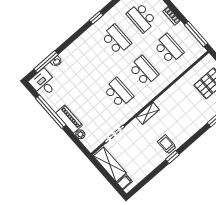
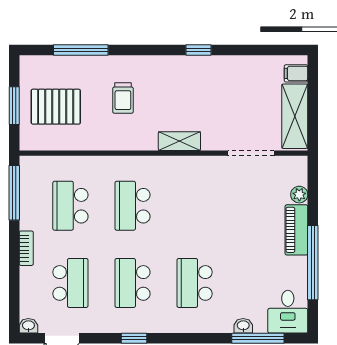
school desk: (119, 93) -> (195, 283), moved
trolley: (167, 144) -> (123, 98), moved

